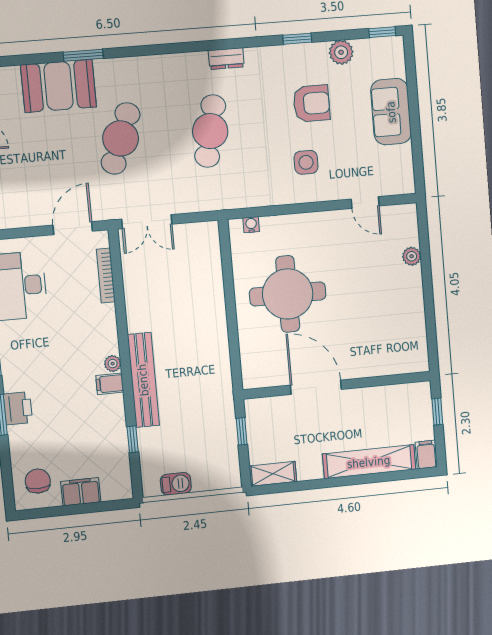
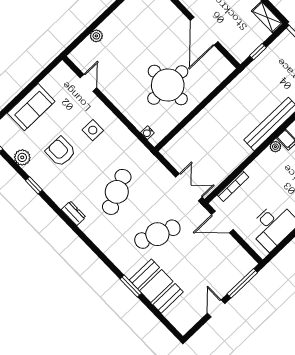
cafe table: (210, 131) -> (117, 192), turned -36

